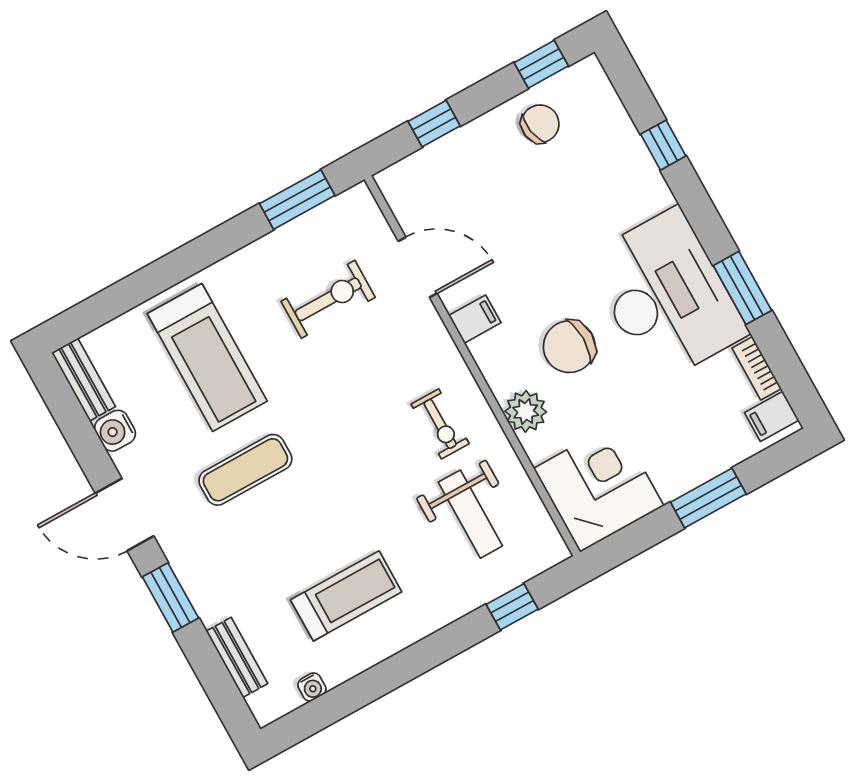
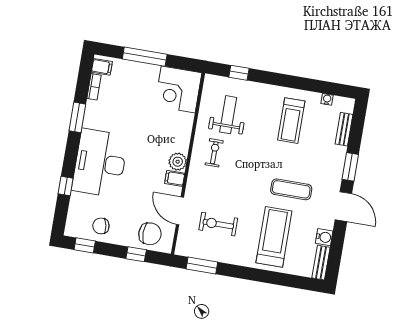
desk: (666, 296) -> (100, 163), moved
chair: (569, 347) -> (150, 234), moved
plant: (526, 411) -> (178, 162), moved
window: (708, 498) -> (145, 57), width x1.44
treadmill: (346, 596) -> (291, 121), turned -90

